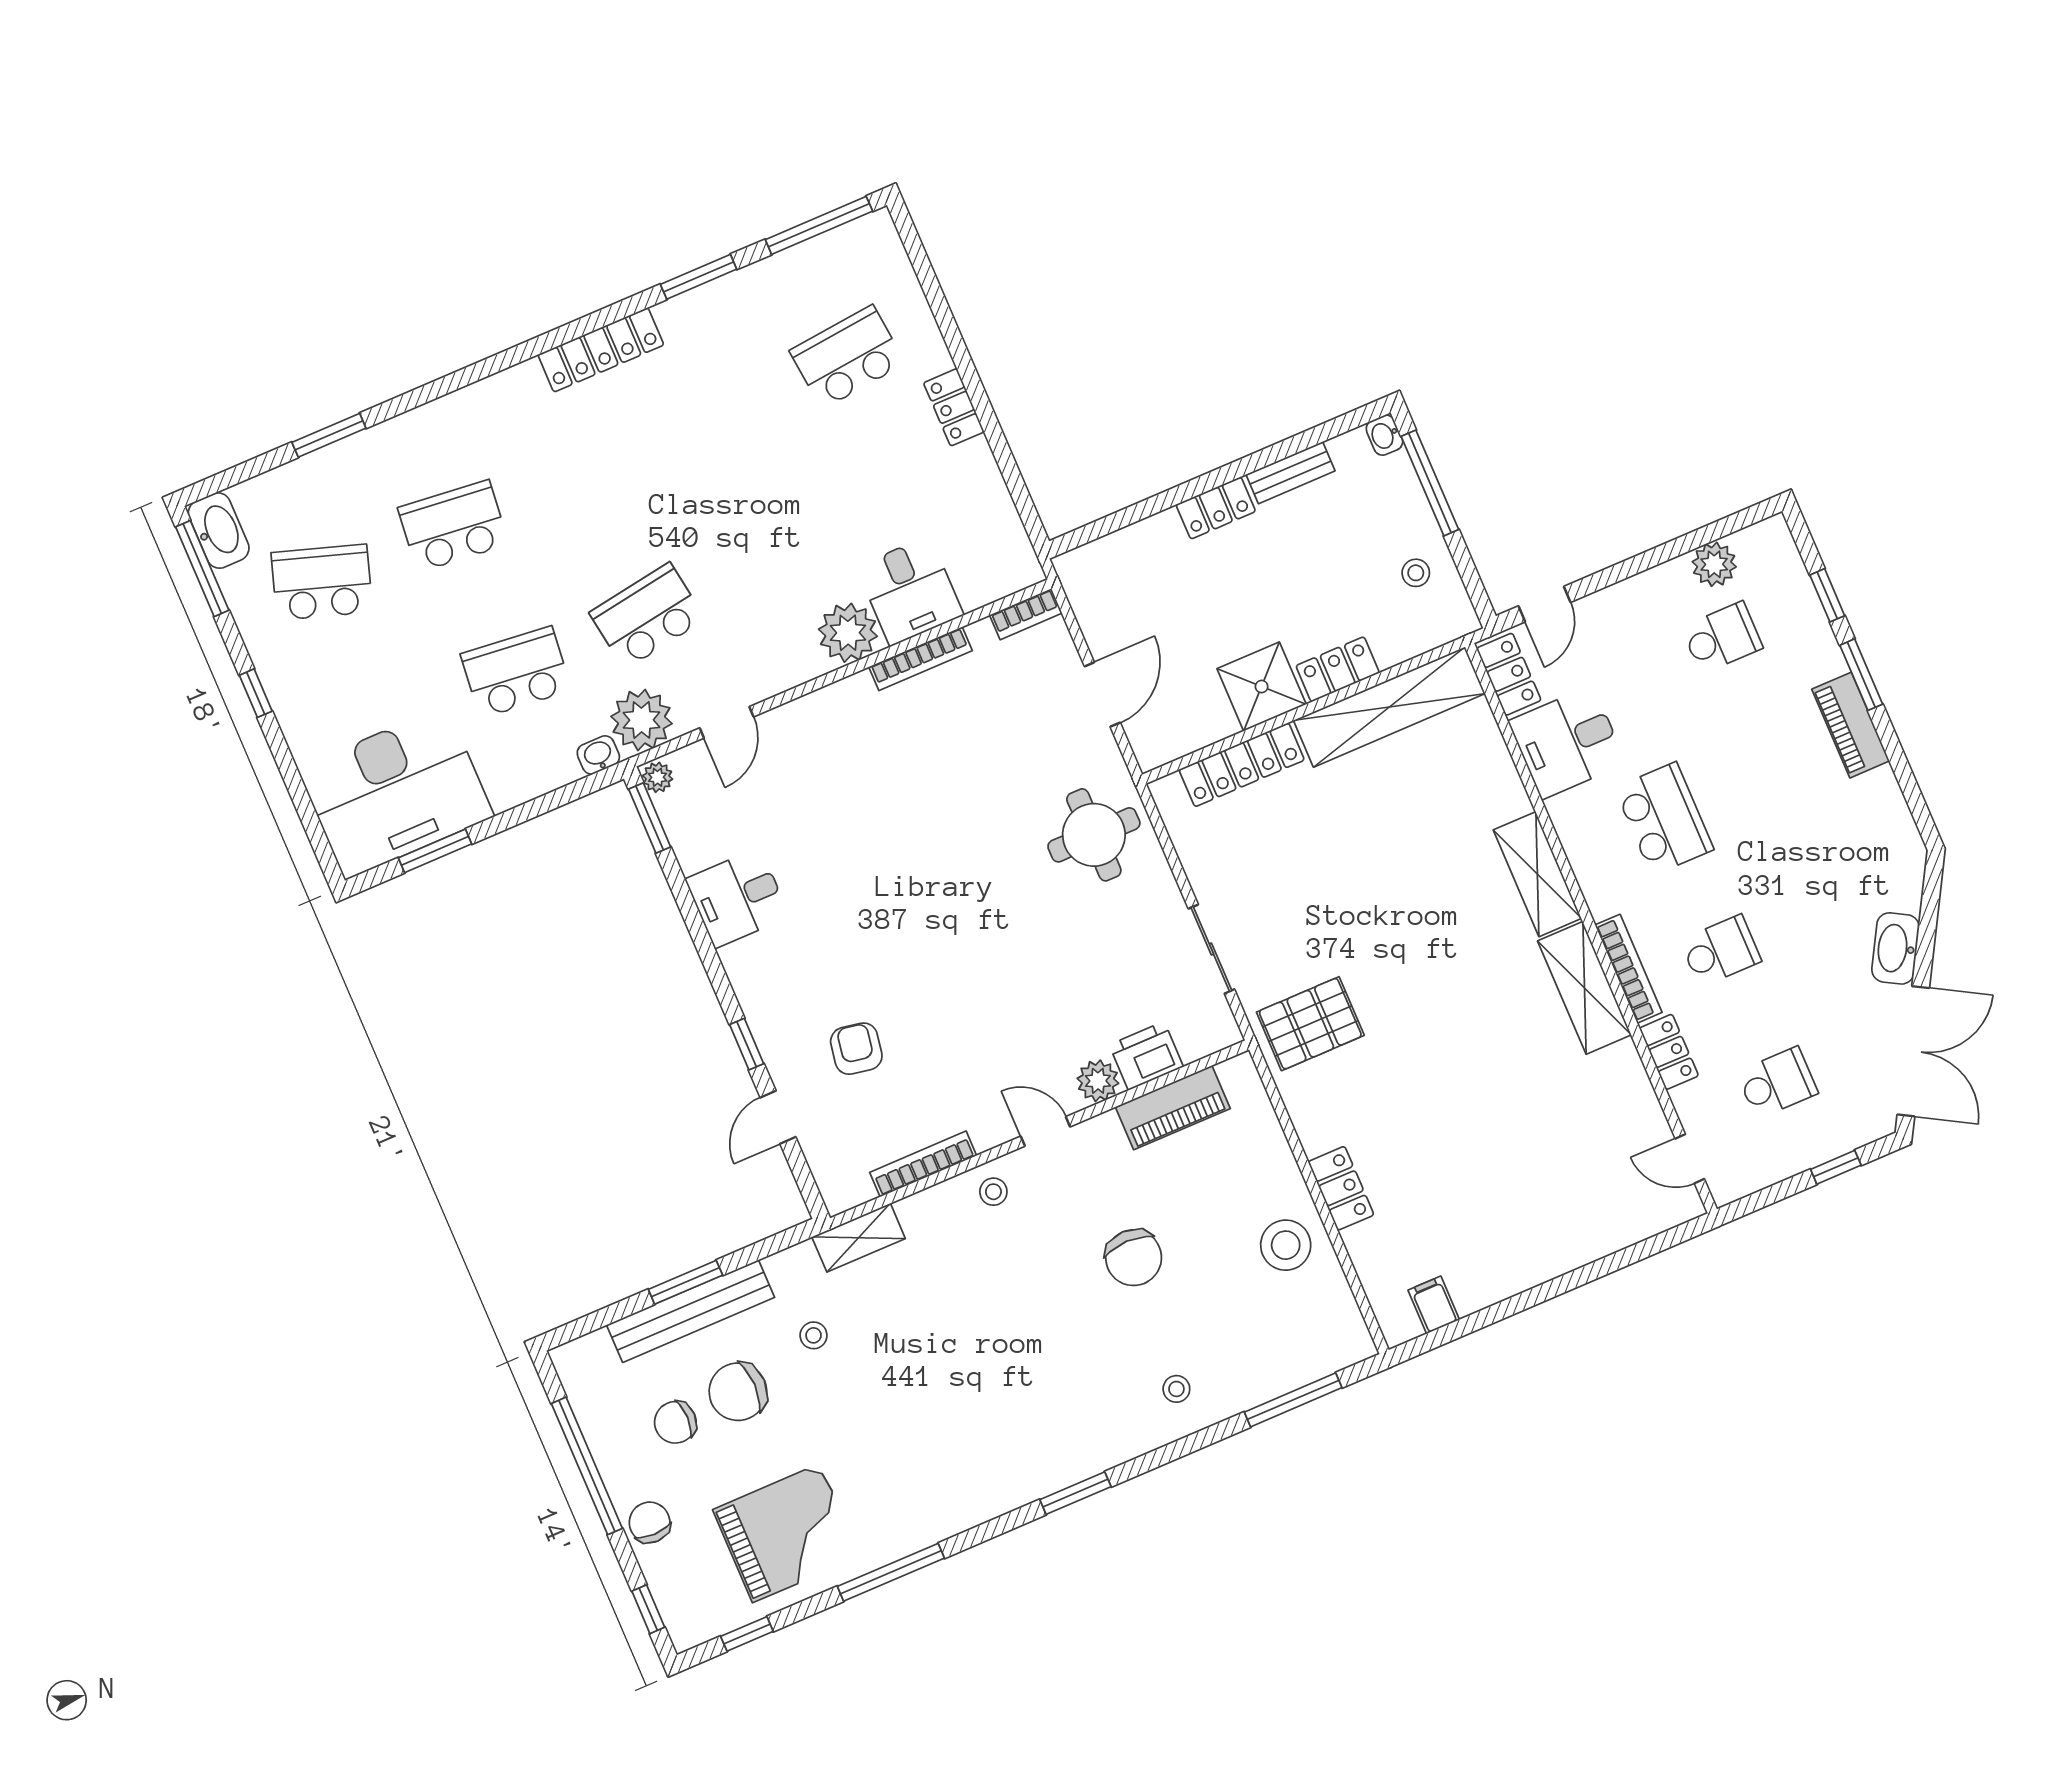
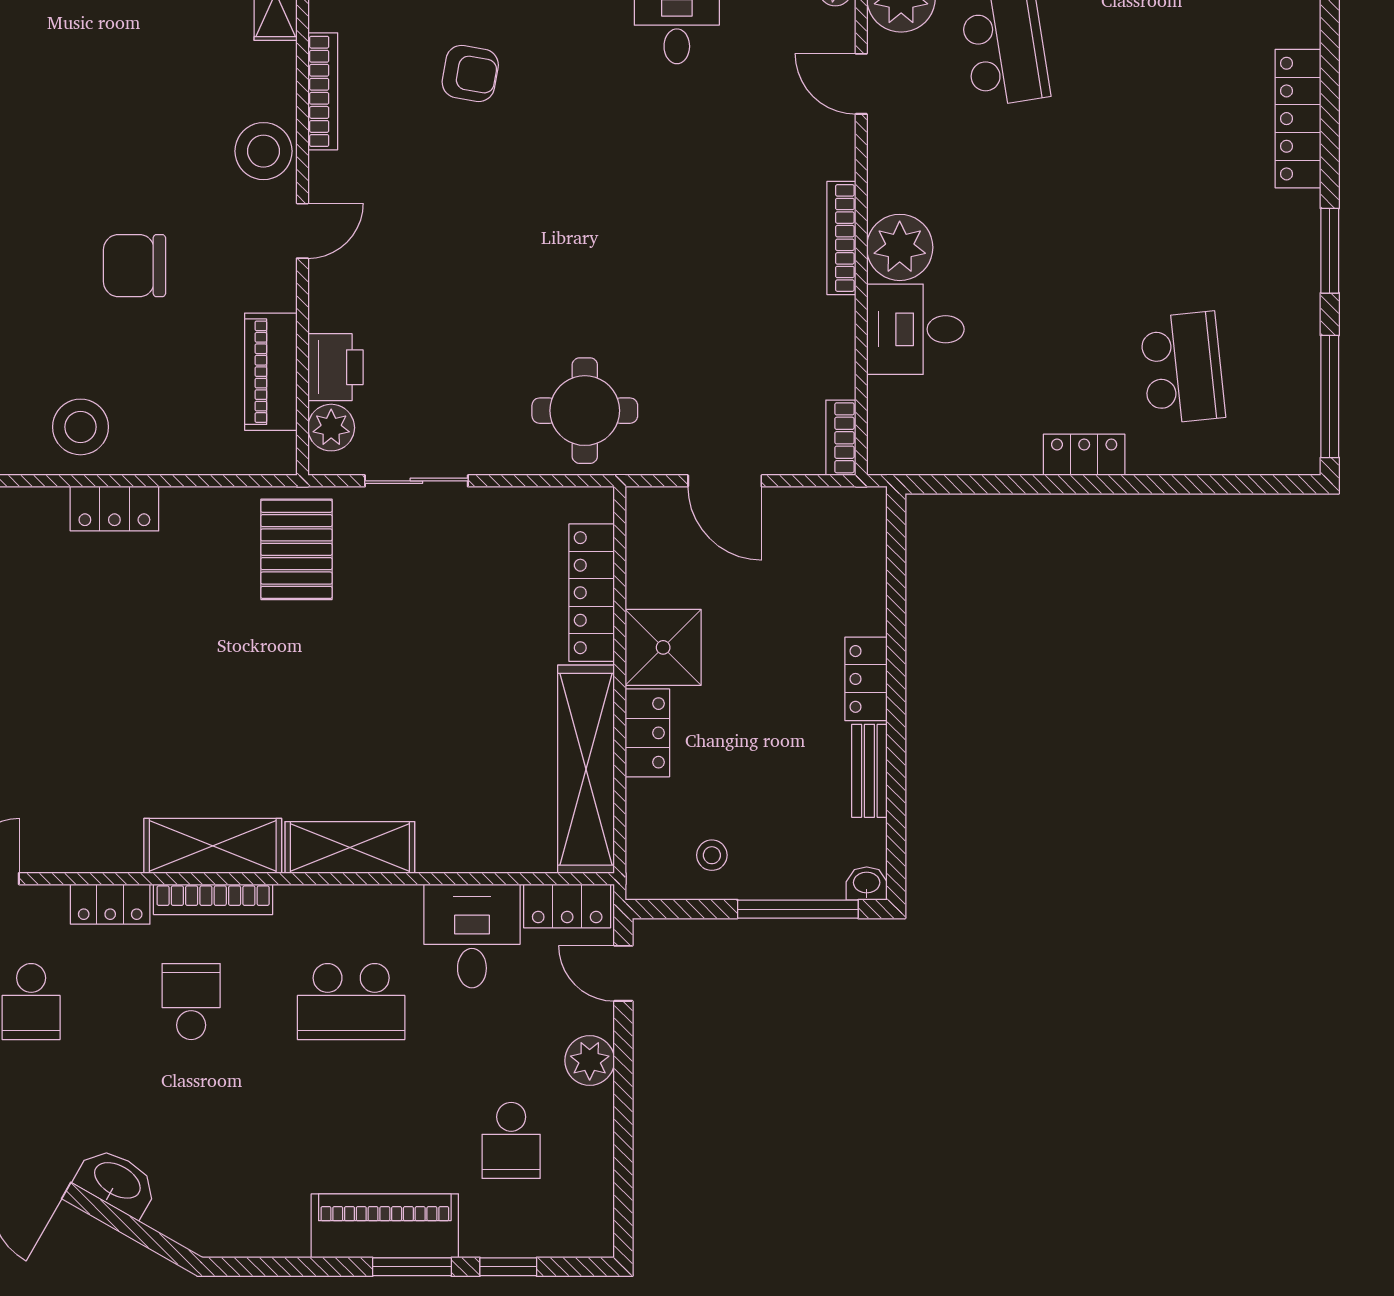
plant: (1714, 564) -> (590, 1061), moved
bookcase: (920, 659) -> (841, 238), moved
piano: (1851, 725) -> (385, 1226), width x1.37, depth x1.33
school desk: (1721, 951) -> (191, 1002), turned 180
plant: (1098, 1081) -> (331, 428), moved
stool: (993, 1192) -> (263, 151), width x1.89, depth x1.89

